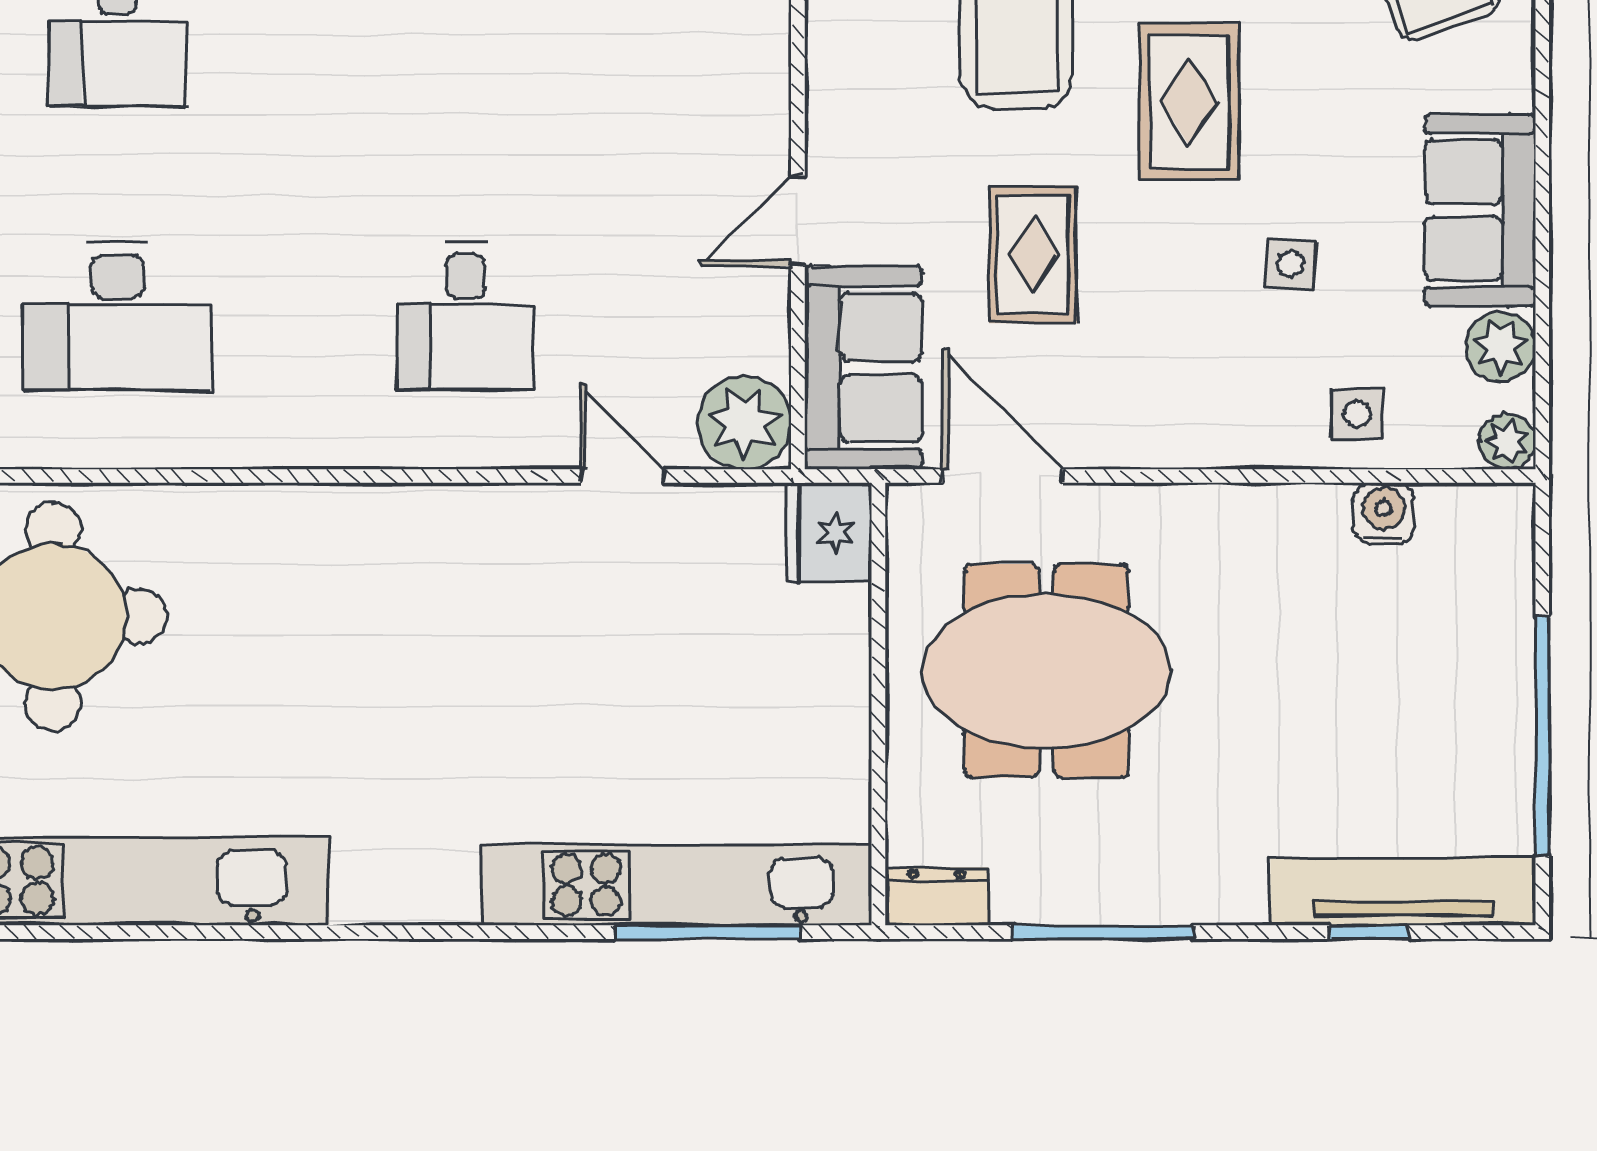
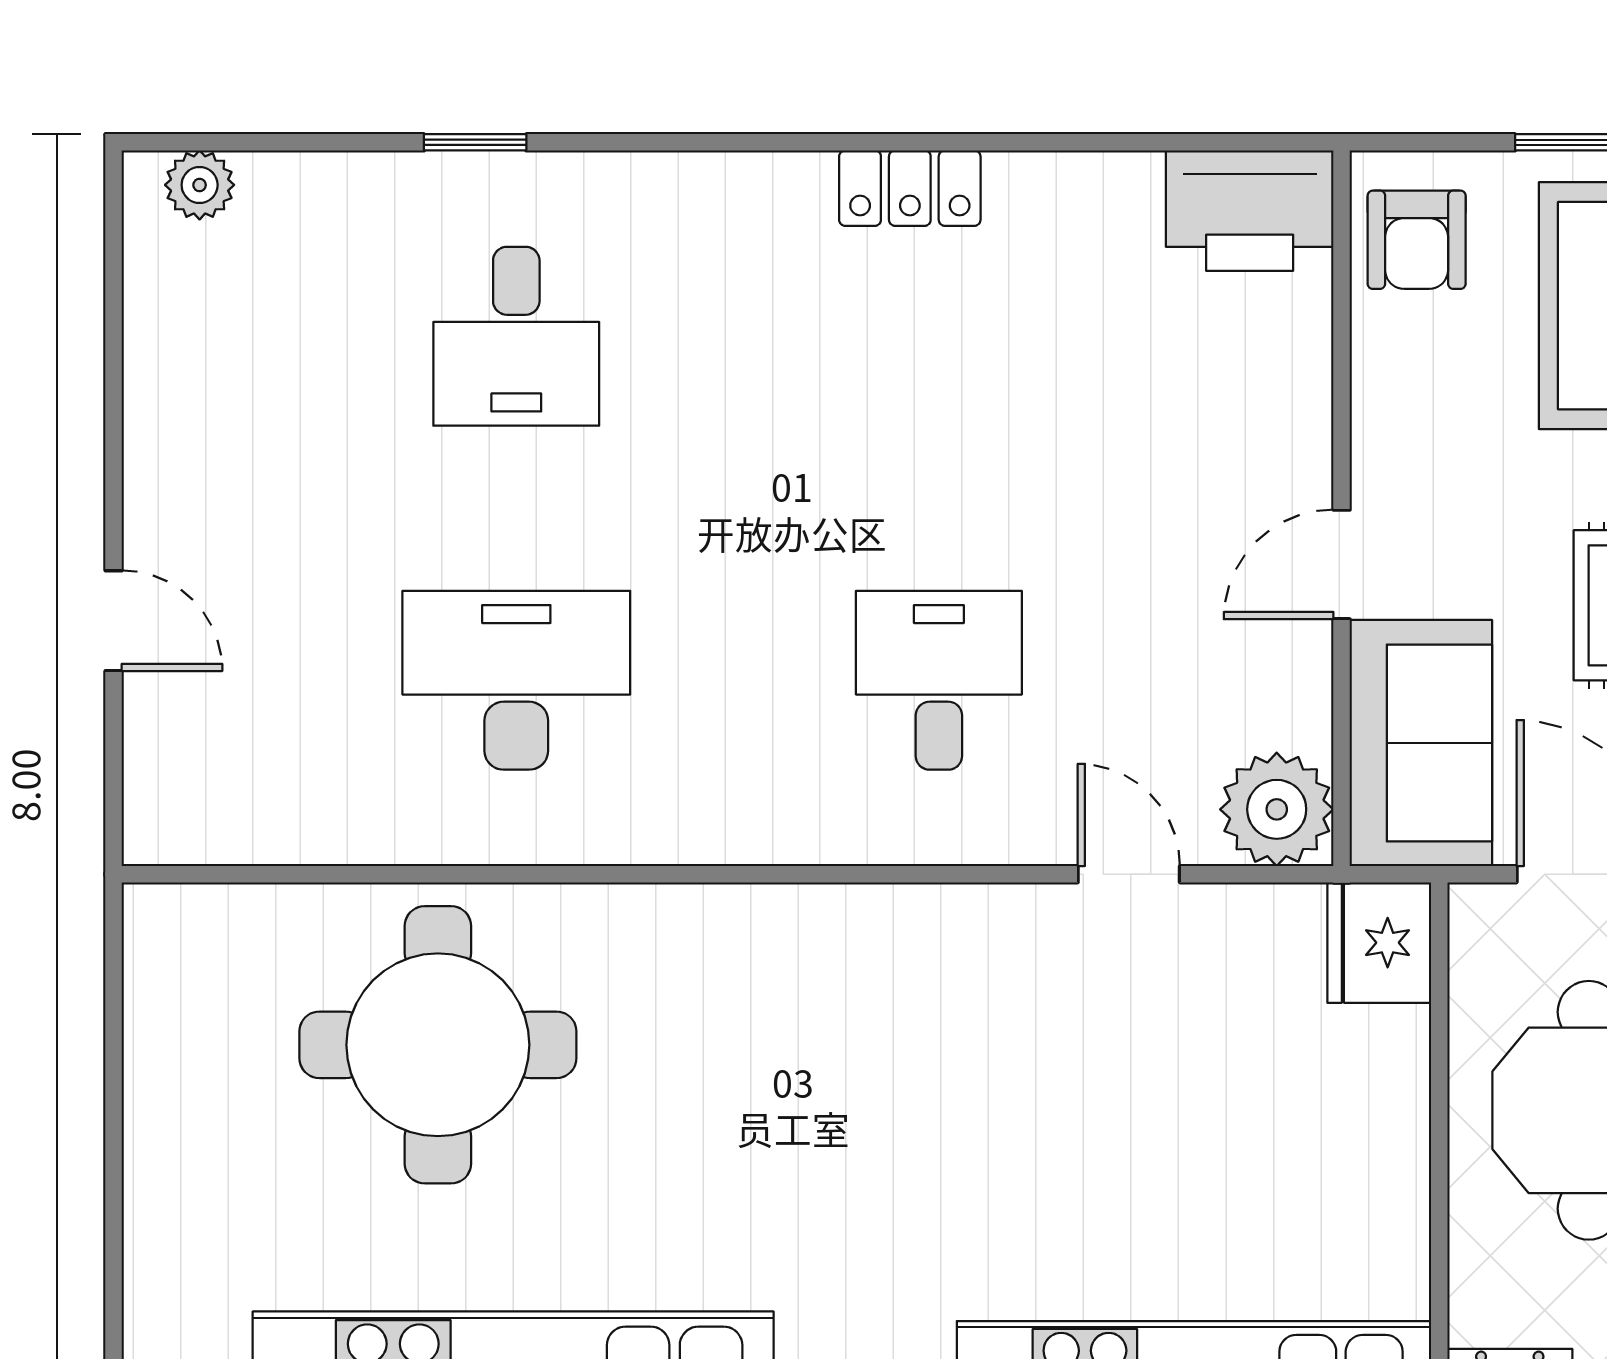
desk: (117, 316) -> (516, 680), turned 180
desk: (466, 316) -> (939, 680), turned 180

